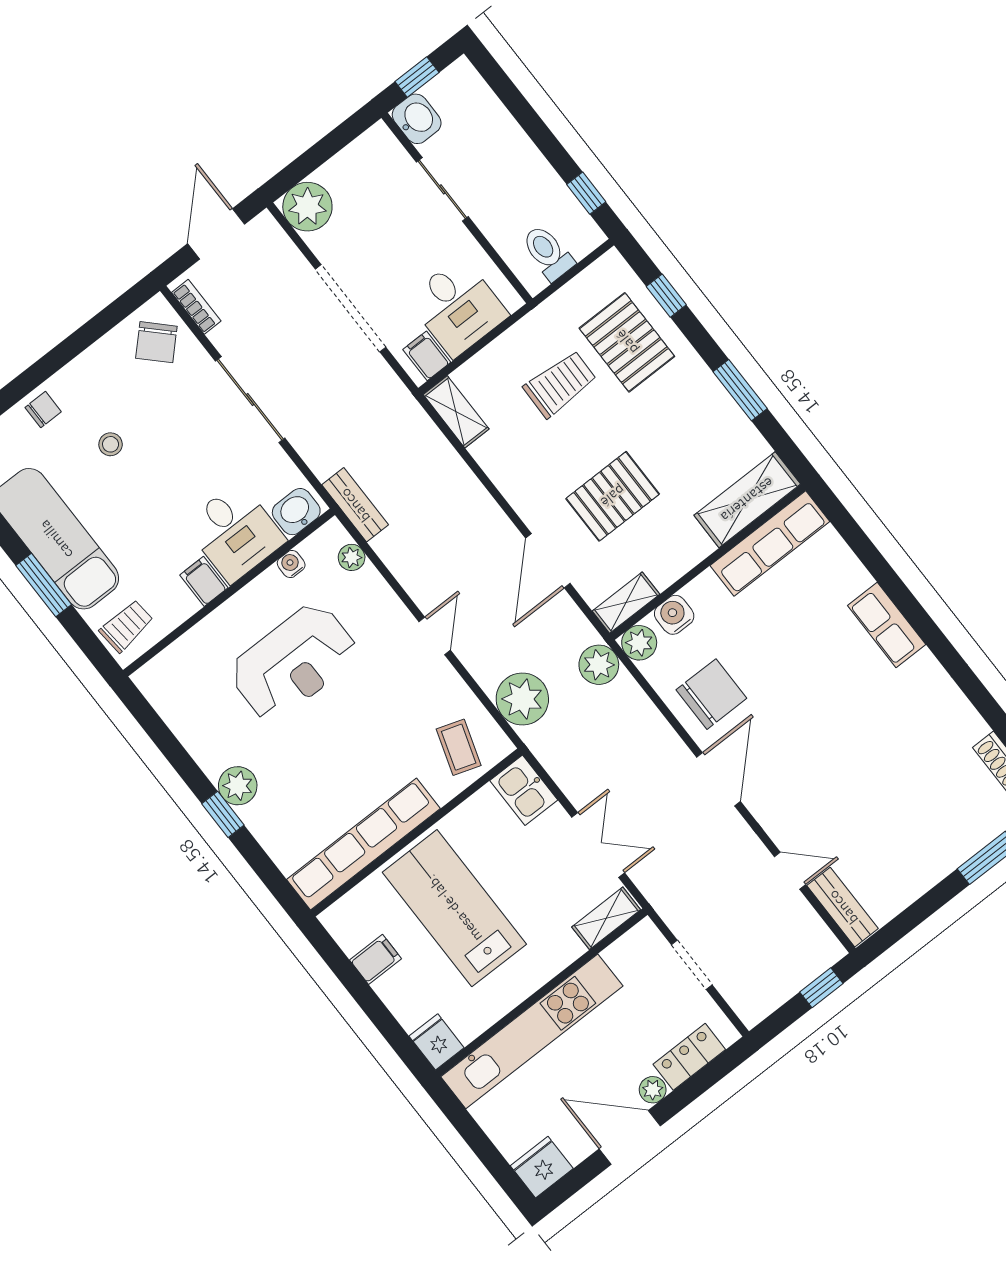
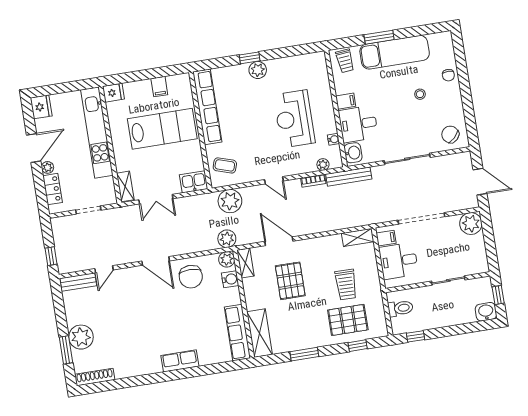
washbasin: (417, 119) -> (486, 312), moved, turned 180
bookcase: (196, 307) -> (313, 181), moved
bench: (355, 505) -> (349, 177), width x1.36
plant: (947, 843) -> (81, 337), added

